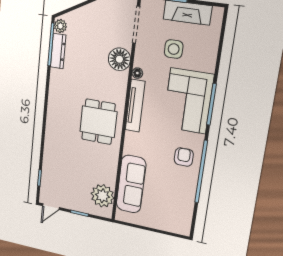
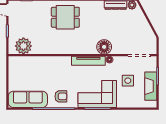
floor lamp: (119, 59) -> (104, 47), moved
dining table: (98, 122) -> (65, 17), moved
sofa: (131, 184) -> (28, 99), moved, turned 180

